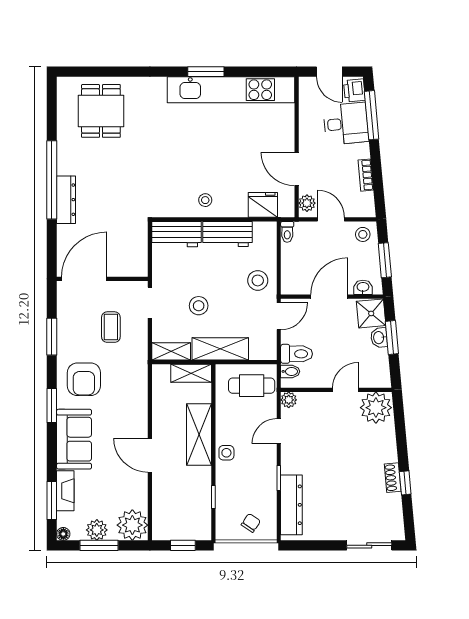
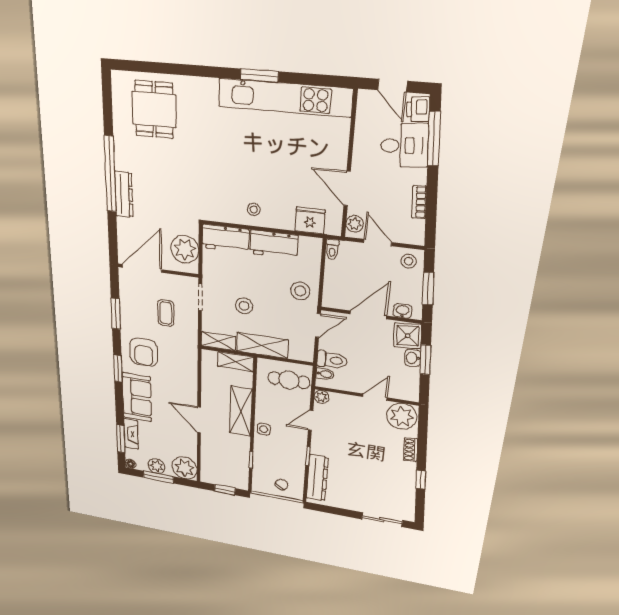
plant: (133, 251) -> (185, 249), added
shoe rack: (393, 478) -> (411, 450), moved

